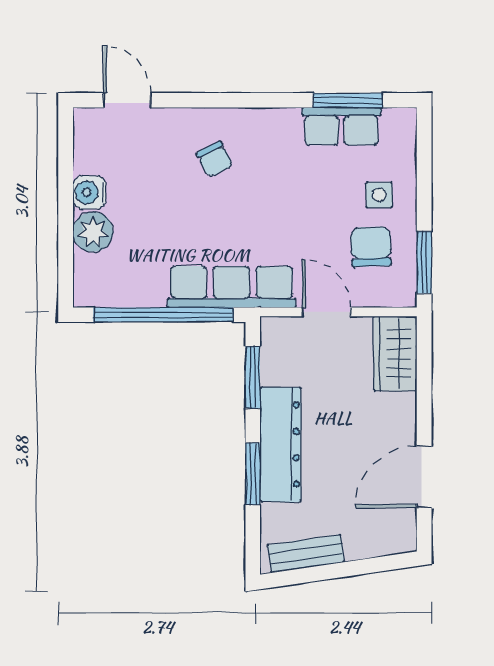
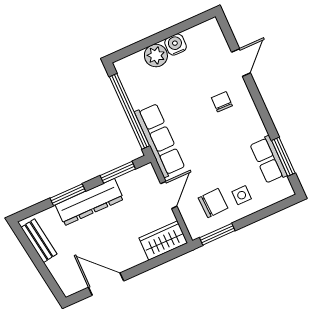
door: (127, 100) -> (241, 63), moved
chair: (215, 159) -> (222, 102), turned 118

